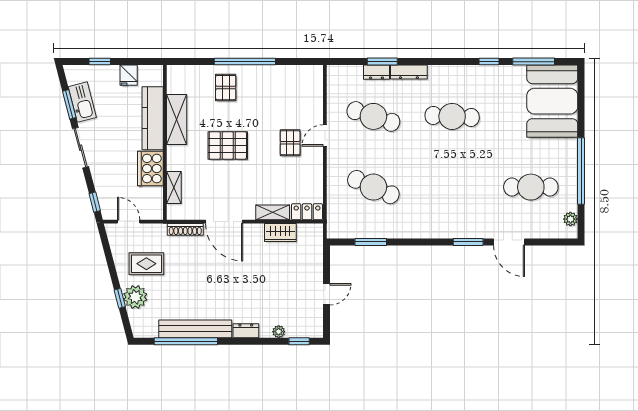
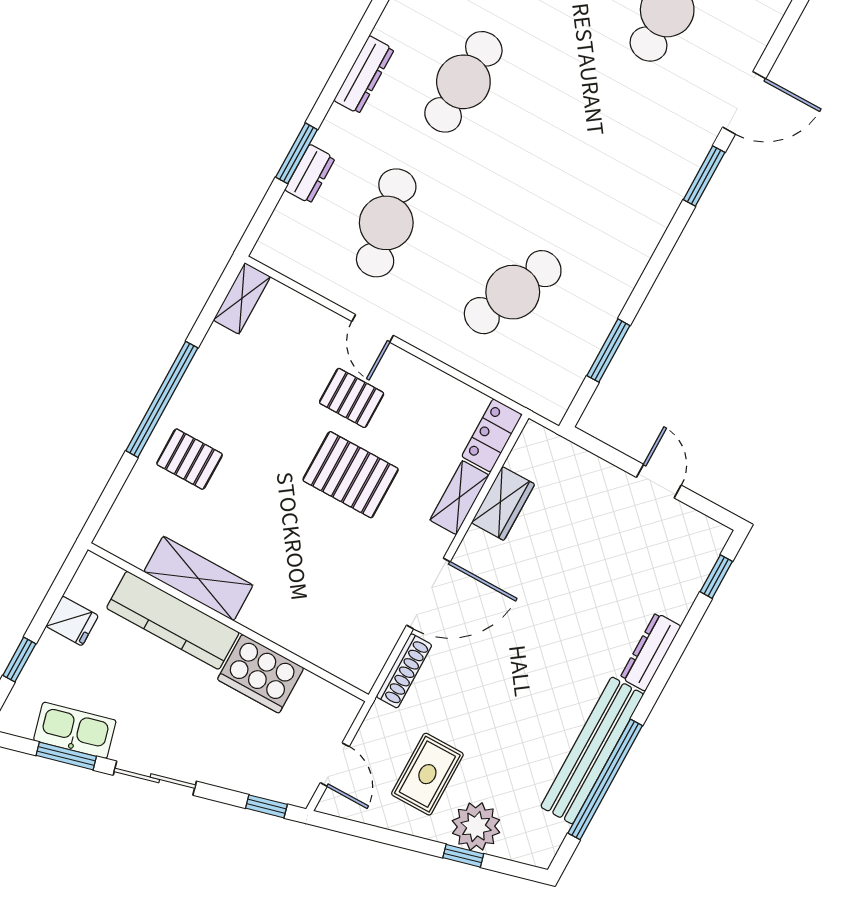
dresser: (409, 72) -> (364, 75), moved
cafe table: (373, 116) -> (386, 223), turned -30
pallet: (228, 145) -> (351, 475), moved, turned 90
shelving: (174, 187) -> (242, 298), moved, turned 90
door: (129, 222) -> (335, 765), swing flipped
dresser: (246, 331) -> (651, 652), width x1.44
plant: (279, 332) -> (679, 604), removed

